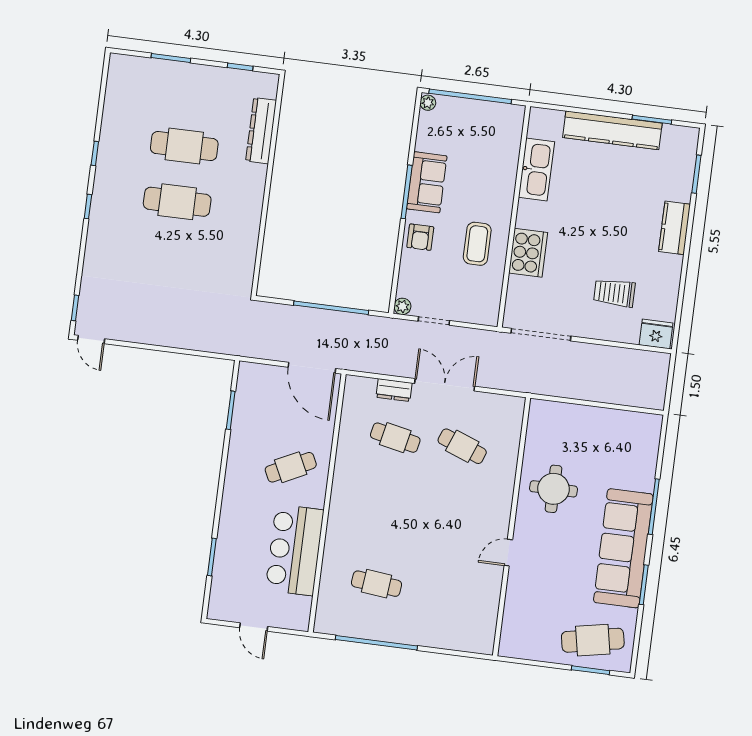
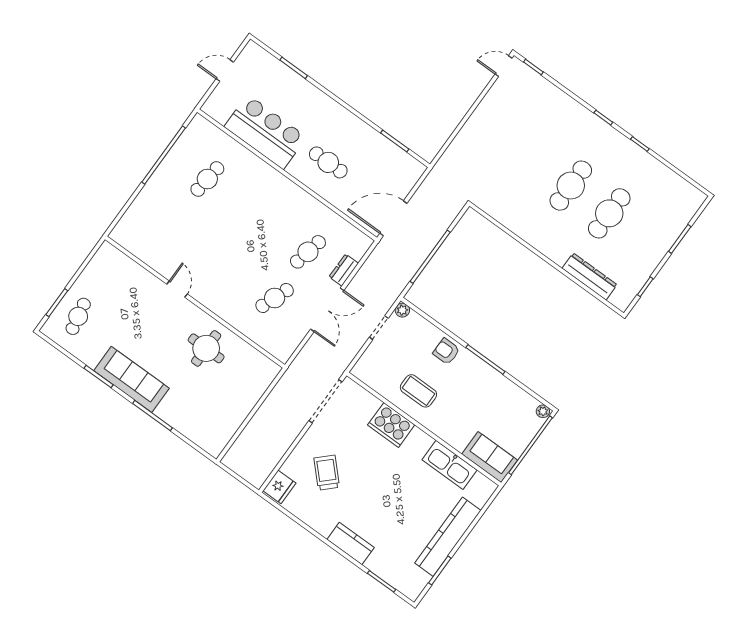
sofa: (427, 182) -> (490, 457), moved, turned 180
trolley: (614, 293) -> (327, 473), turned -44
cafe table: (291, 467) -> (328, 162), turned -64
sofa: (623, 548) -> (131, 379), width x0.74, depth x0.79
cafe table: (593, 640) -> (78, 316), width x0.73, depth x0.74

